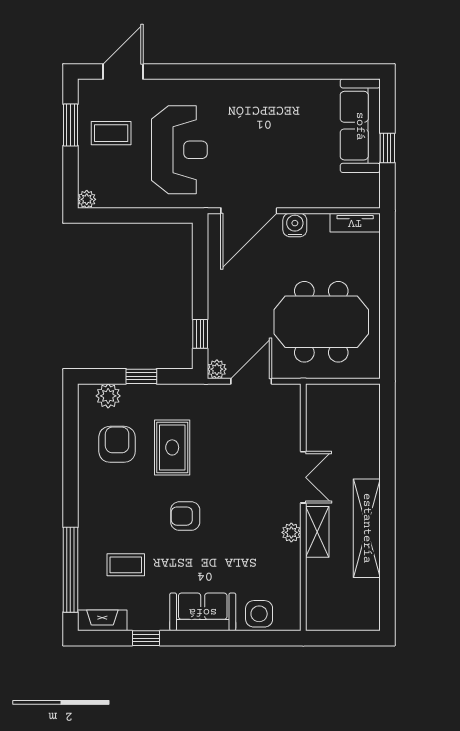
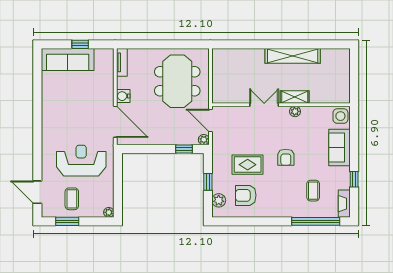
double door: (303, 477) -> (264, 105), moved
wall: (303, 507) -> (281, 105), moved
plant: (291, 532) -> (295, 111), moved
shelving: (317, 532) -> (295, 97), moved

